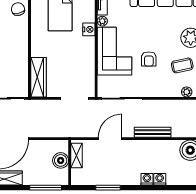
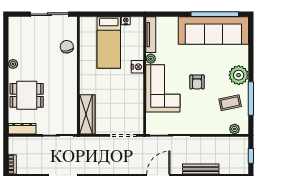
armchair: (149, 59) -> (197, 82), moved

